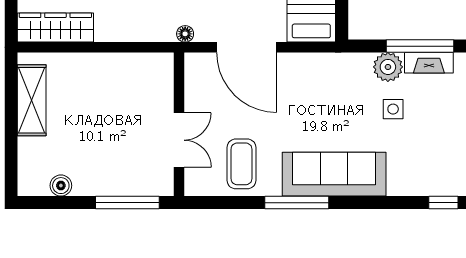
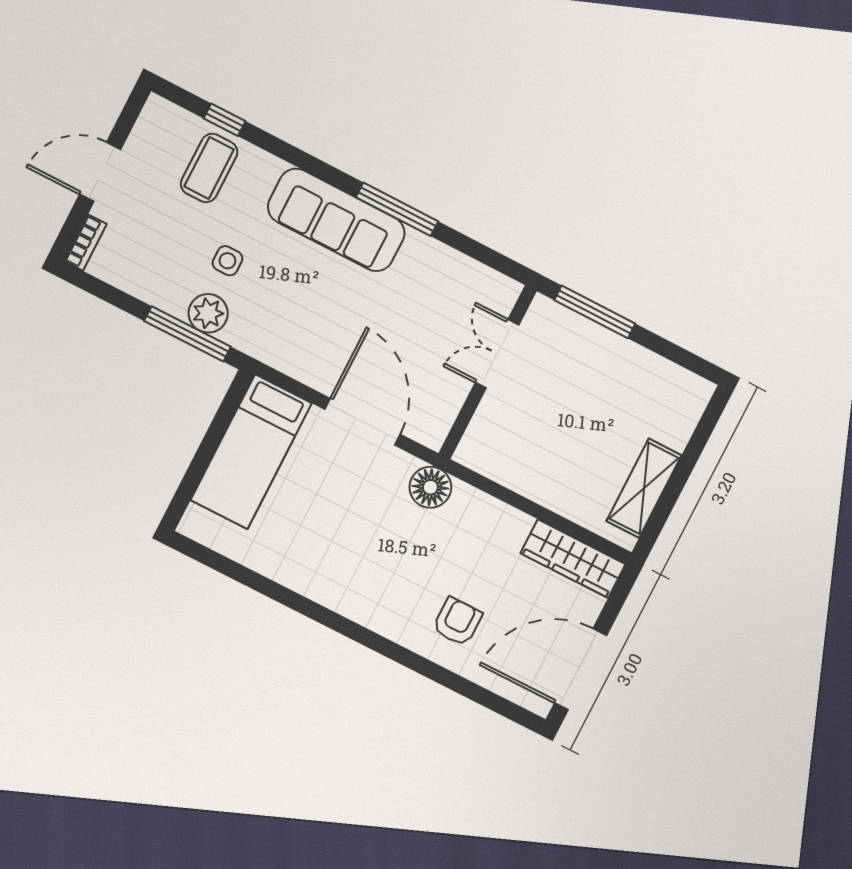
floor lamp: (185, 34) -> (430, 487), width x1.89, depth x1.89
window: (420, 46) -> (187, 334), moved
fireplace: (429, 63) -> (157, 293), removed
coffee table: (241, 164) -> (209, 168), moved
boiler: (61, 186) -> (661, 372), removed

